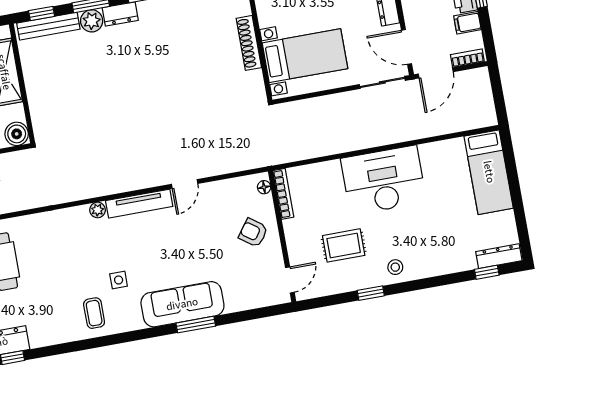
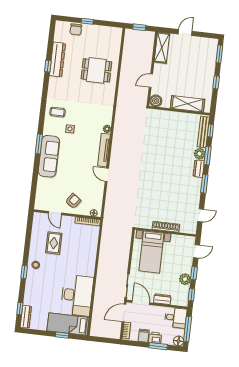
door: (406, 47) -> (141, 303), hinge flipped
door: (436, 73) -> (124, 313), hinge flipped
window: (513, 177) -> (62, 335), added
desk: (383, 180) -> (77, 295), moved
door: (290, 280) -> (55, 213), moved
window: (371, 293) -> (24, 272), moved
window: (196, 325) -> (39, 144), moved

